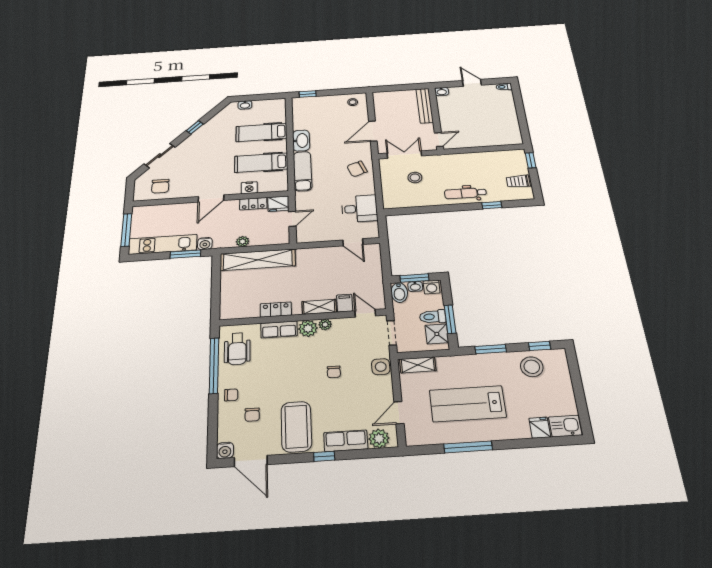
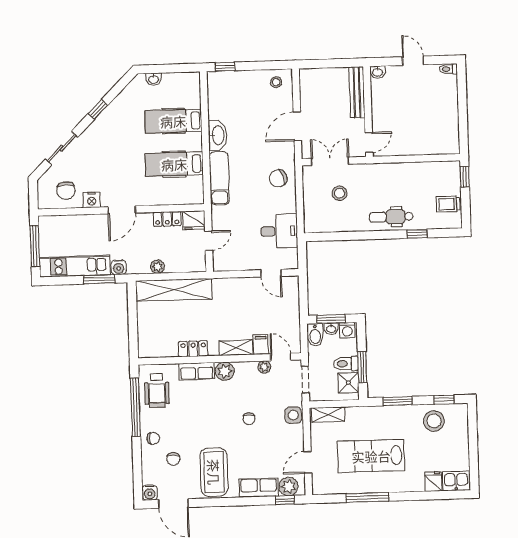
nightstand: (249, 188) -> (92, 200), moved
plant: (325, 325) -> (264, 367), moved
window: (324, 456) -> (285, 500), moved

